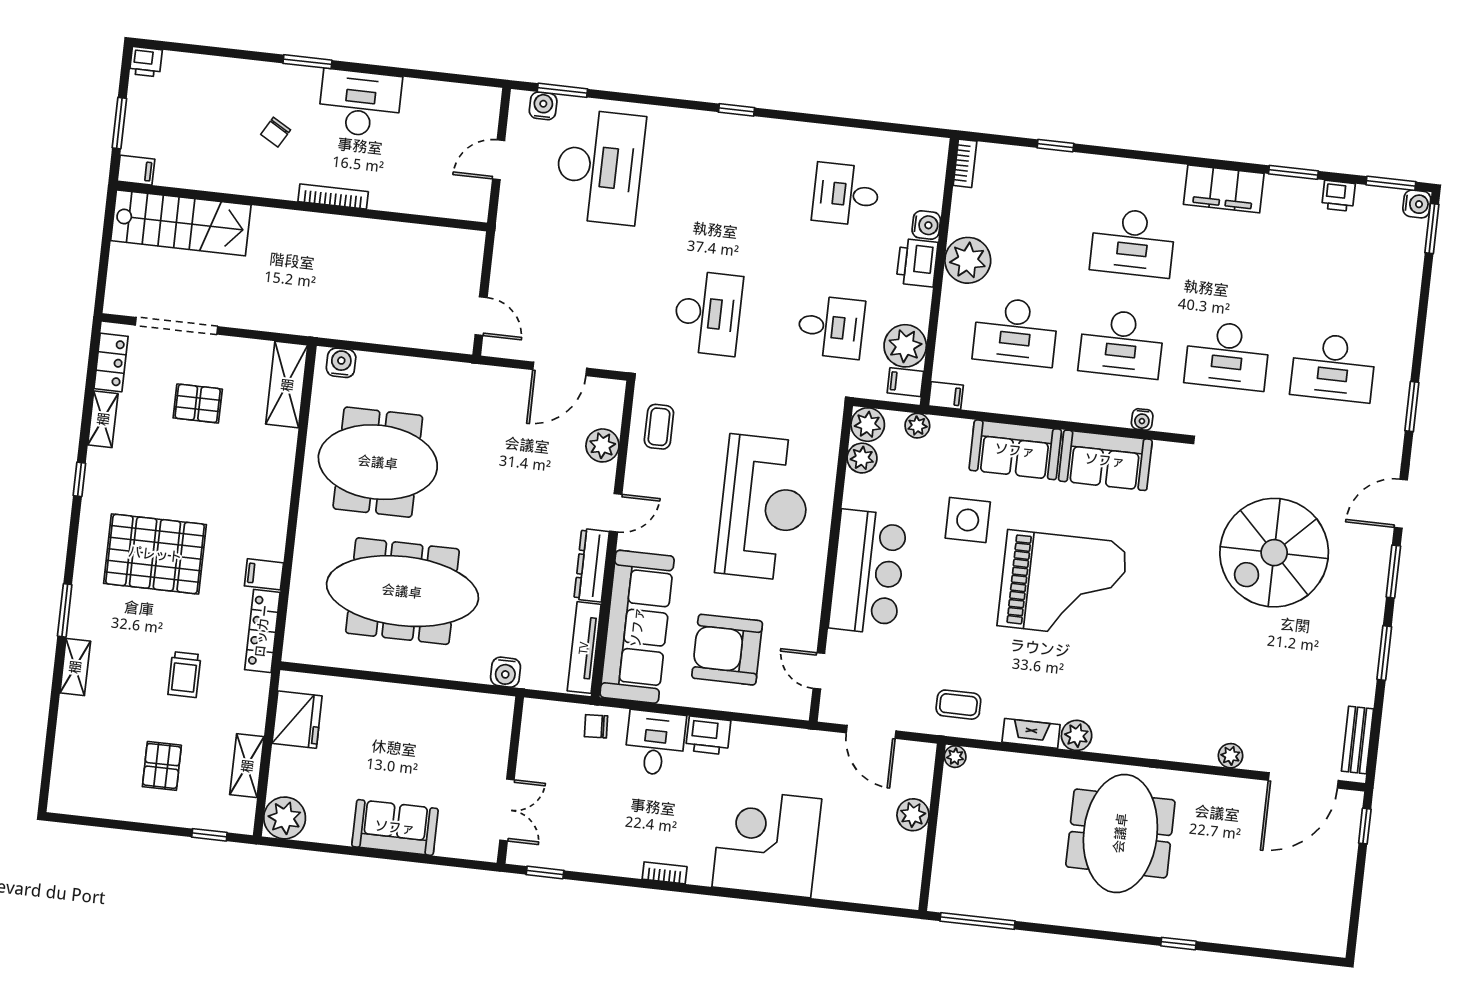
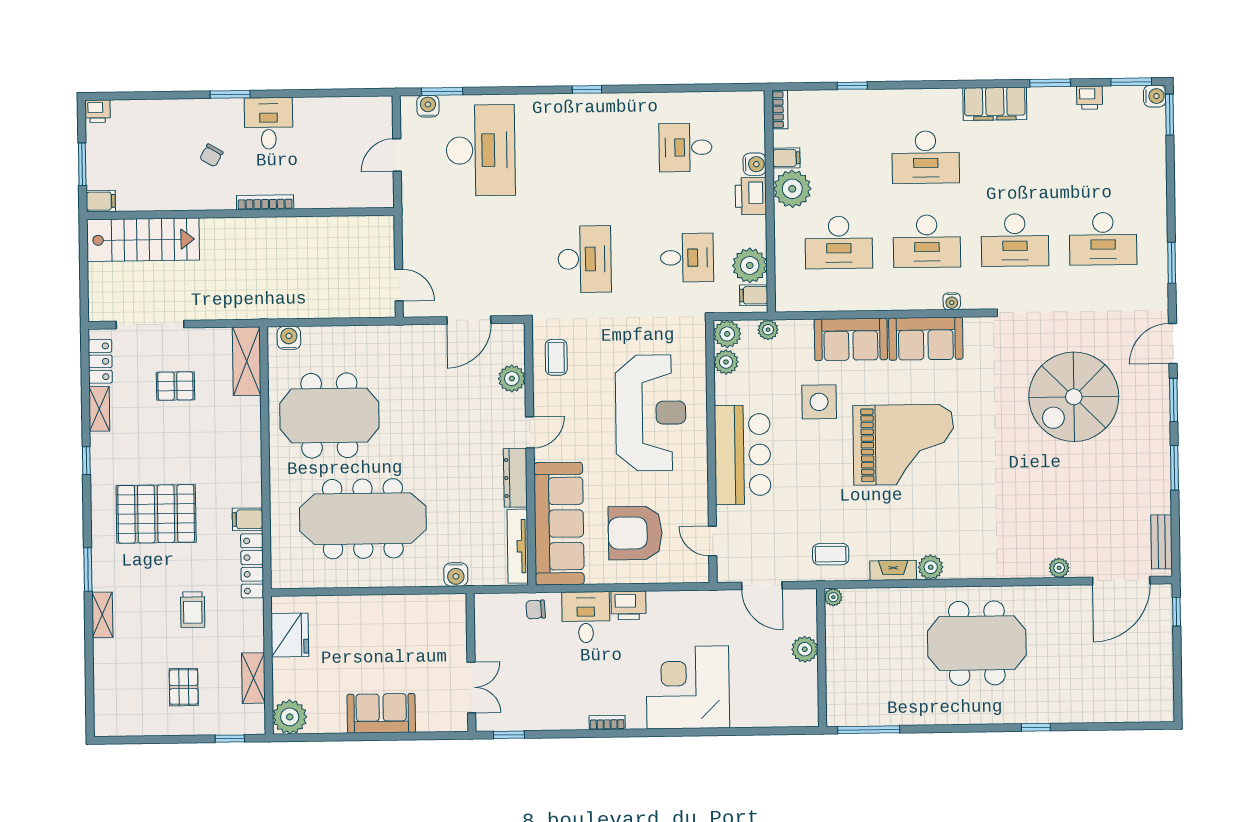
desk: (360, 103) -> (269, 123), width x0.73
filing cabinet: (946, 396) -> (786, 158), moved
meeting table: (1120, 833) -> (977, 643), turned 90

